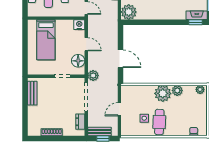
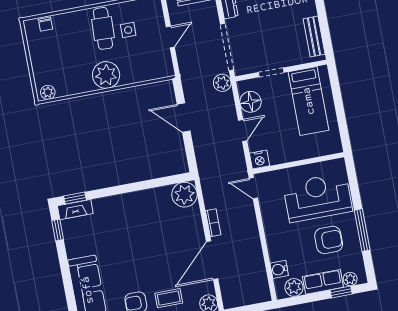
bed: (46, 40) -> (309, 101), moved, turned 180
door: (86, 44) -> (243, 130), swing flipped
plant: (177, 90) -> (84, 84), removed

